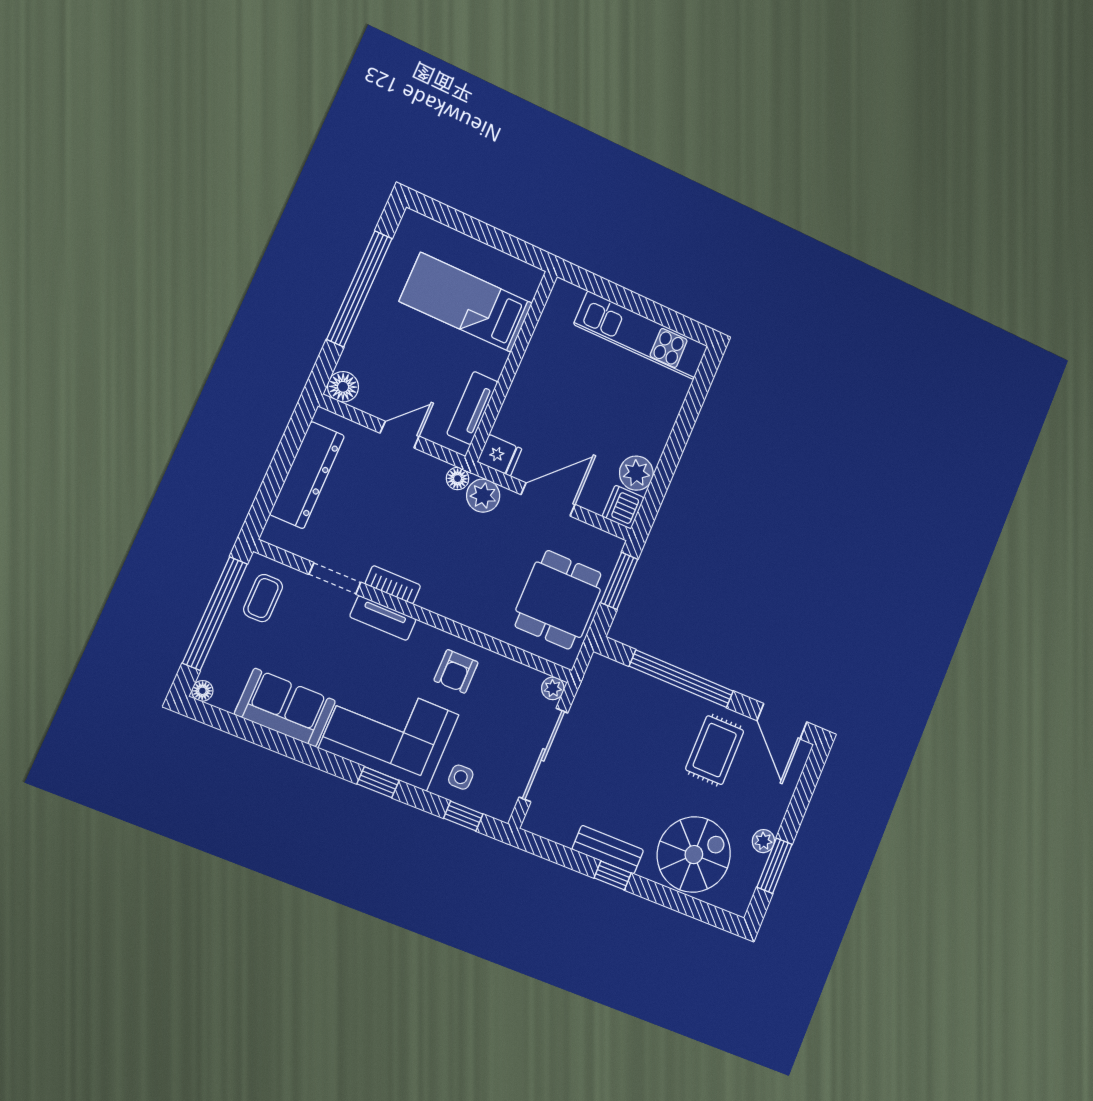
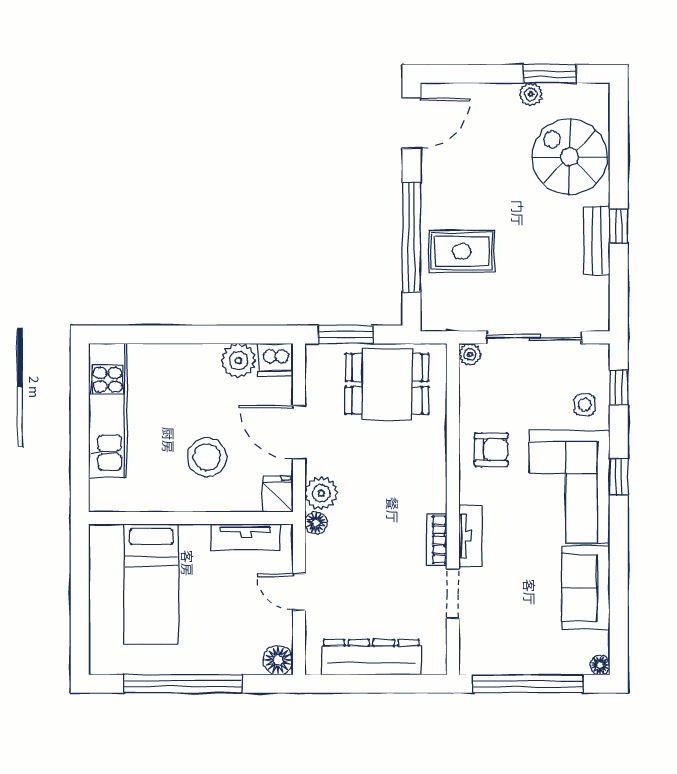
stool: (561, 406) -> (207, 457), added
coffee table: (263, 598) -> (497, 648), removed
rug: (715, 750) -> (462, 251), moved

